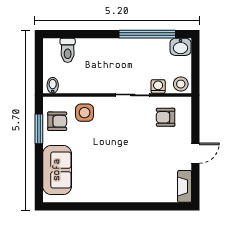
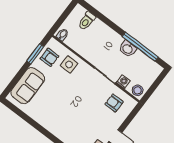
washbasin: (180, 47) -> (128, 49), moved

